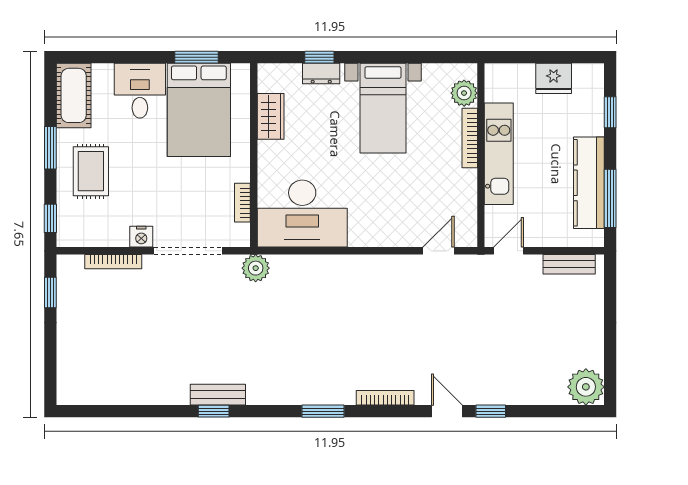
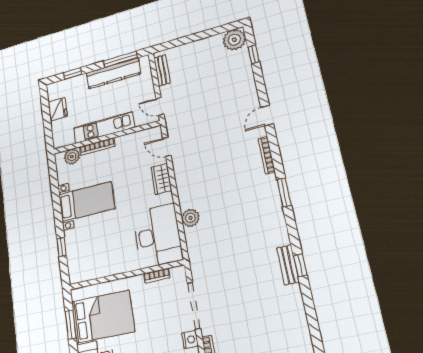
dresser: (321, 73) -> (71, 244), removed
wardrobe: (271, 116) -> (161, 179), moved, turned -90
plant: (256, 268) -> (190, 218), moved
window: (491, 411) -> (253, 54), moved

